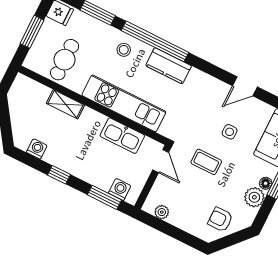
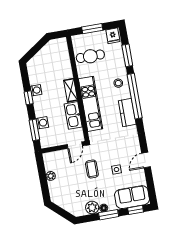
door: (245, 86) -> (146, 160), hinge flipped
shelving: (65, 104) -> (71, 90), moved
washing machine: (37, 149) -> (36, 90), moved
washing machine: (120, 189) -> (42, 123), moved
plant: (162, 212) -> (51, 176), moved
armchair: (220, 220) -> (67, 199), removed

